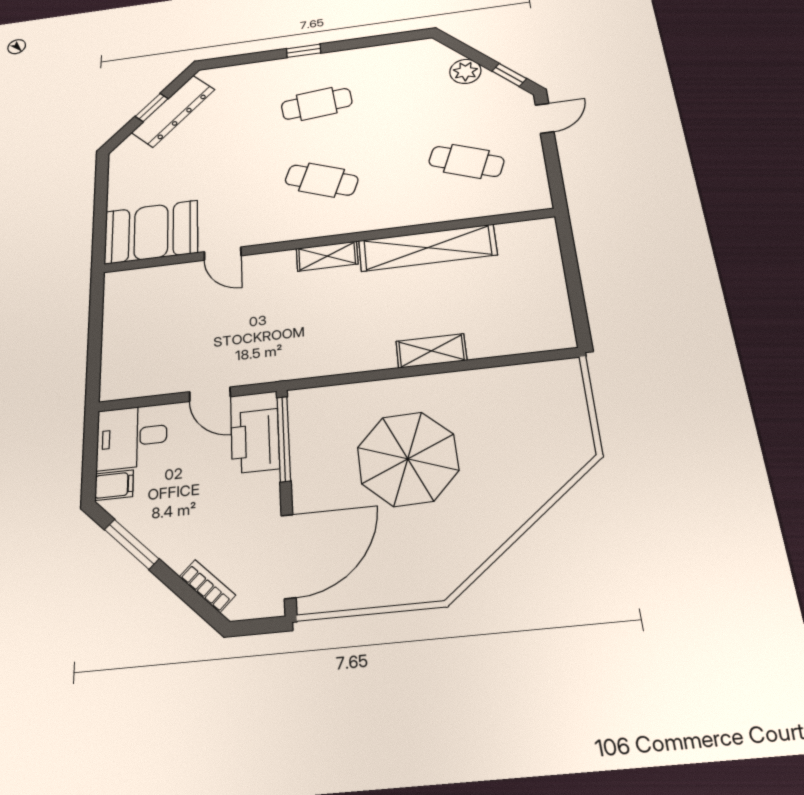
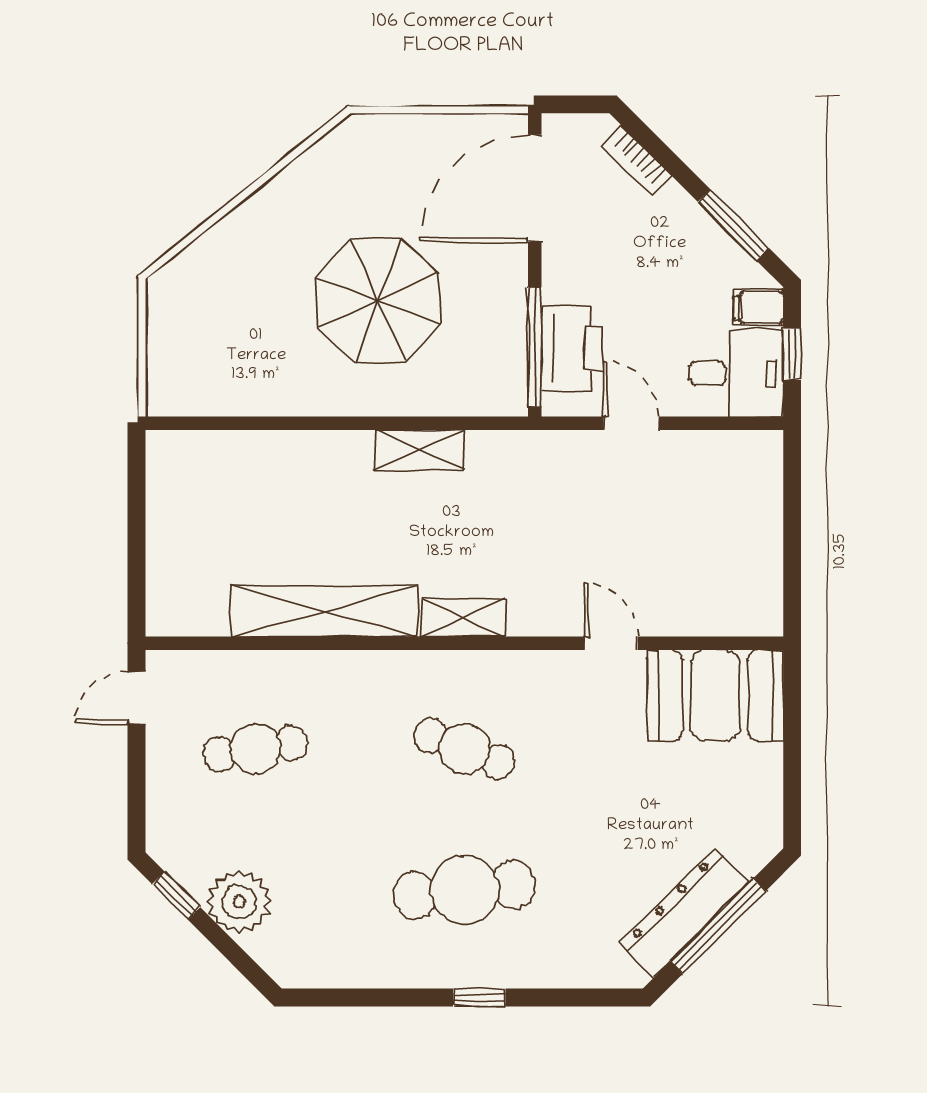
plant: (465, 71) -> (239, 902), width x1.36, depth x1.36
cafe table: (317, 104) -> (464, 890), width x1.37, depth x1.35
window: (152, 107) -> (718, 926), width x2.17
door: (545, 118) -> (137, 698), moved
cafe table: (466, 161) -> (255, 749), turned -30
shelving: (431, 351) -> (419, 450), moved
window: (90, 455) -> (792, 354), added

